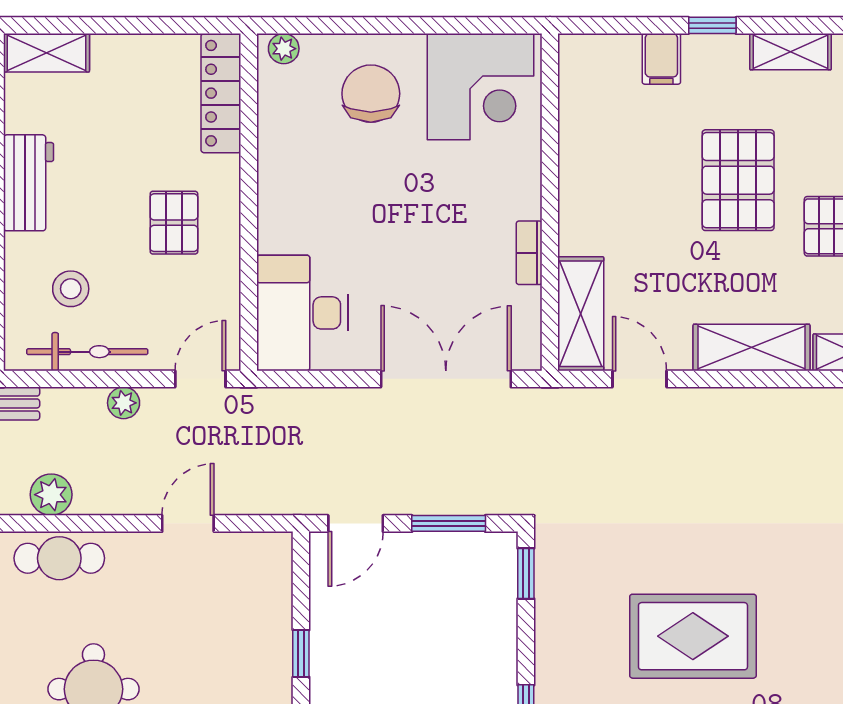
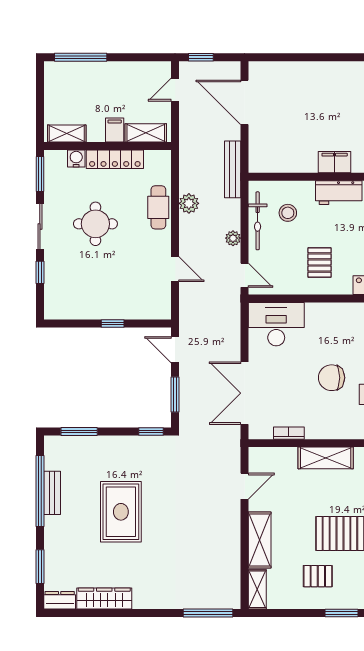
chair: (414, 198) -> (332, 378), added
pallet: (174, 223) -> (320, 262), turned 90
bookcase: (529, 253) -> (289, 433), moved
shelving: (581, 314) -> (326, 458), moved
double door: (446, 379) -> (245, 393), swing flipped

